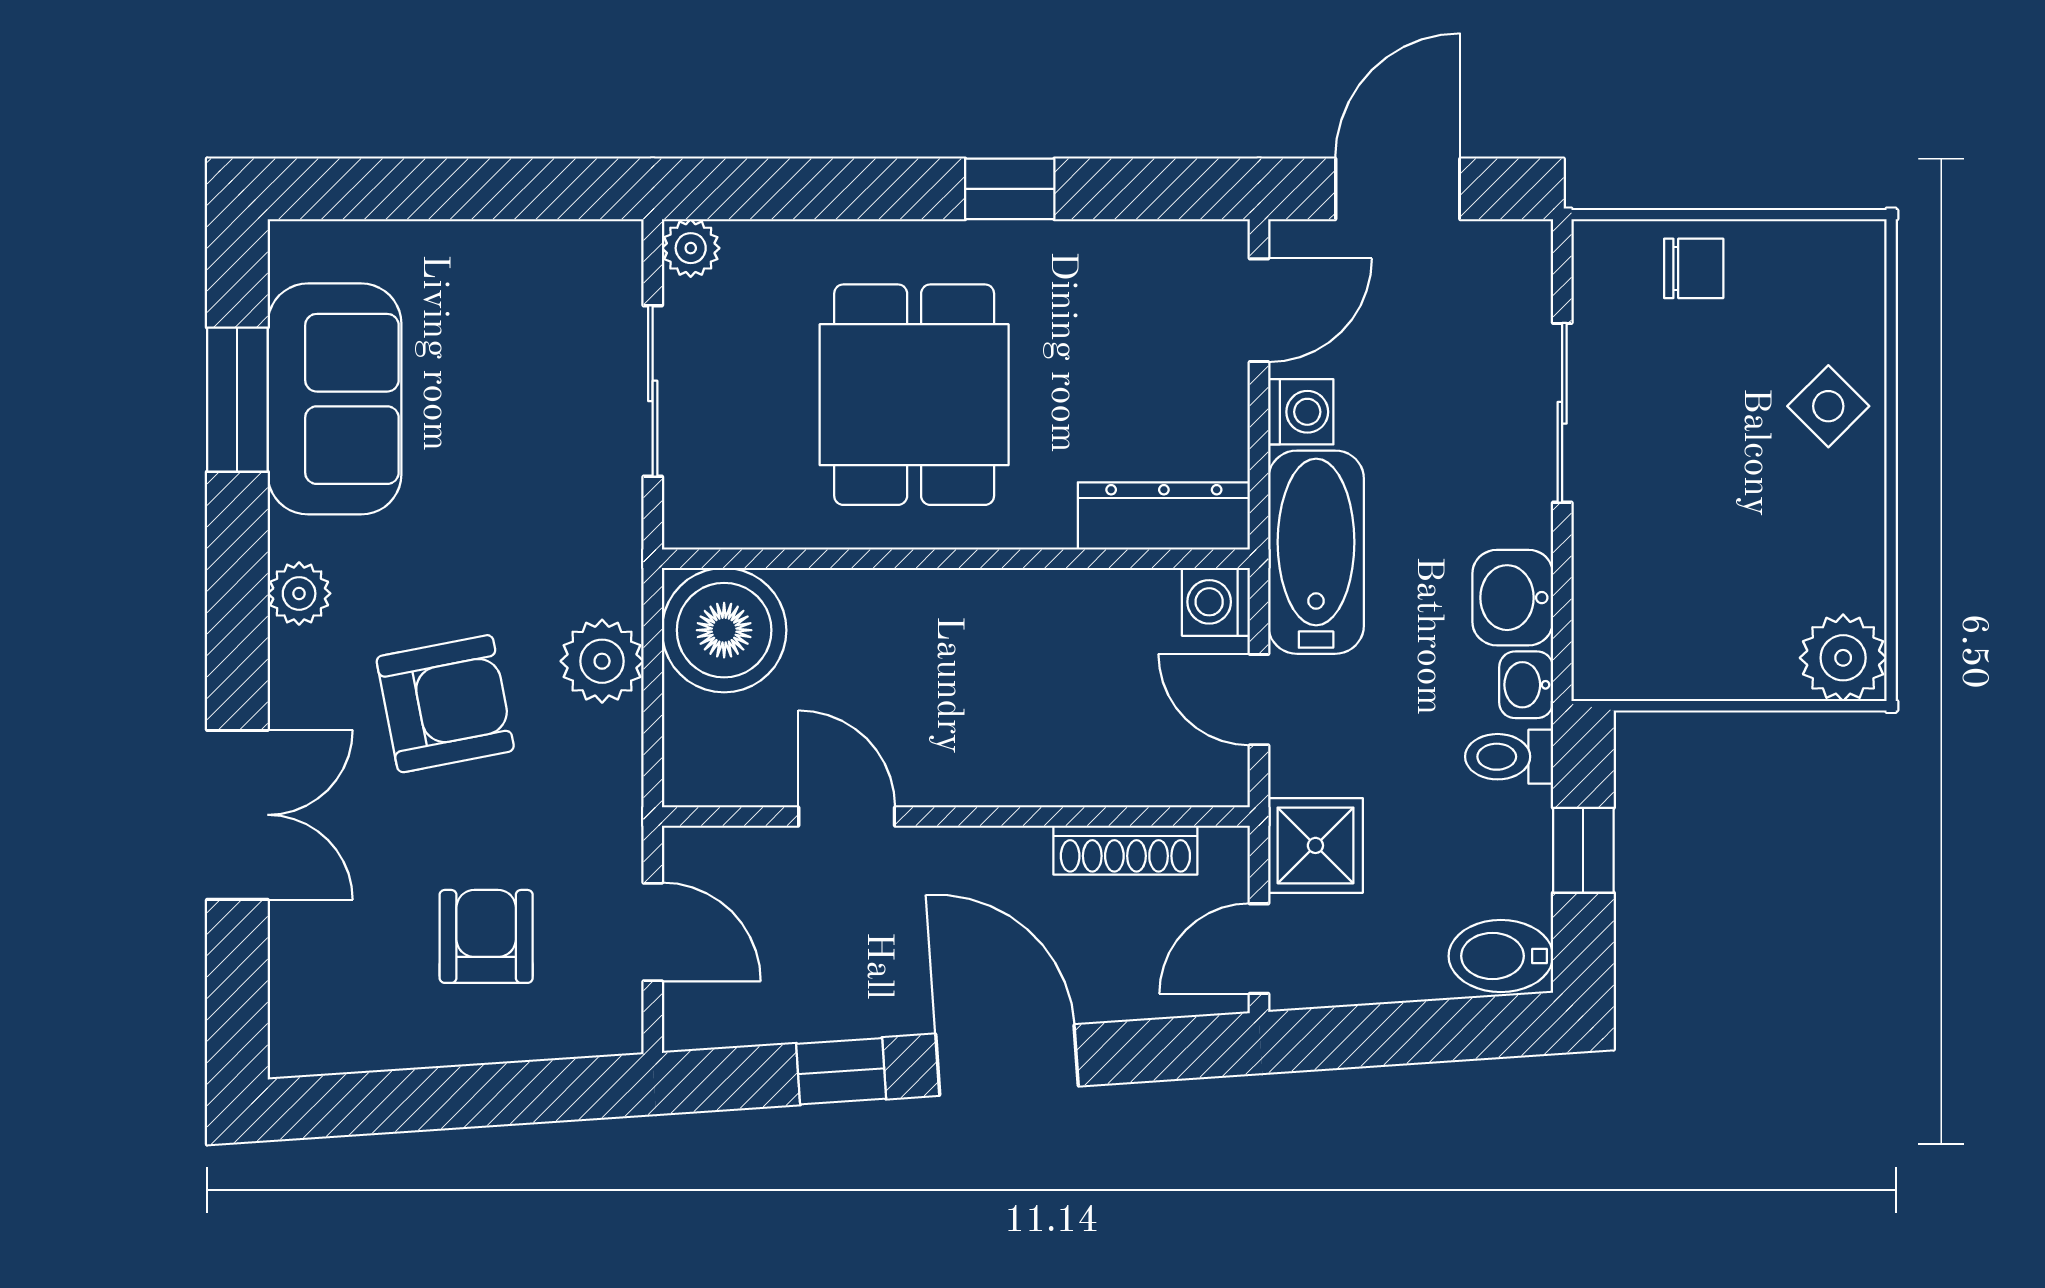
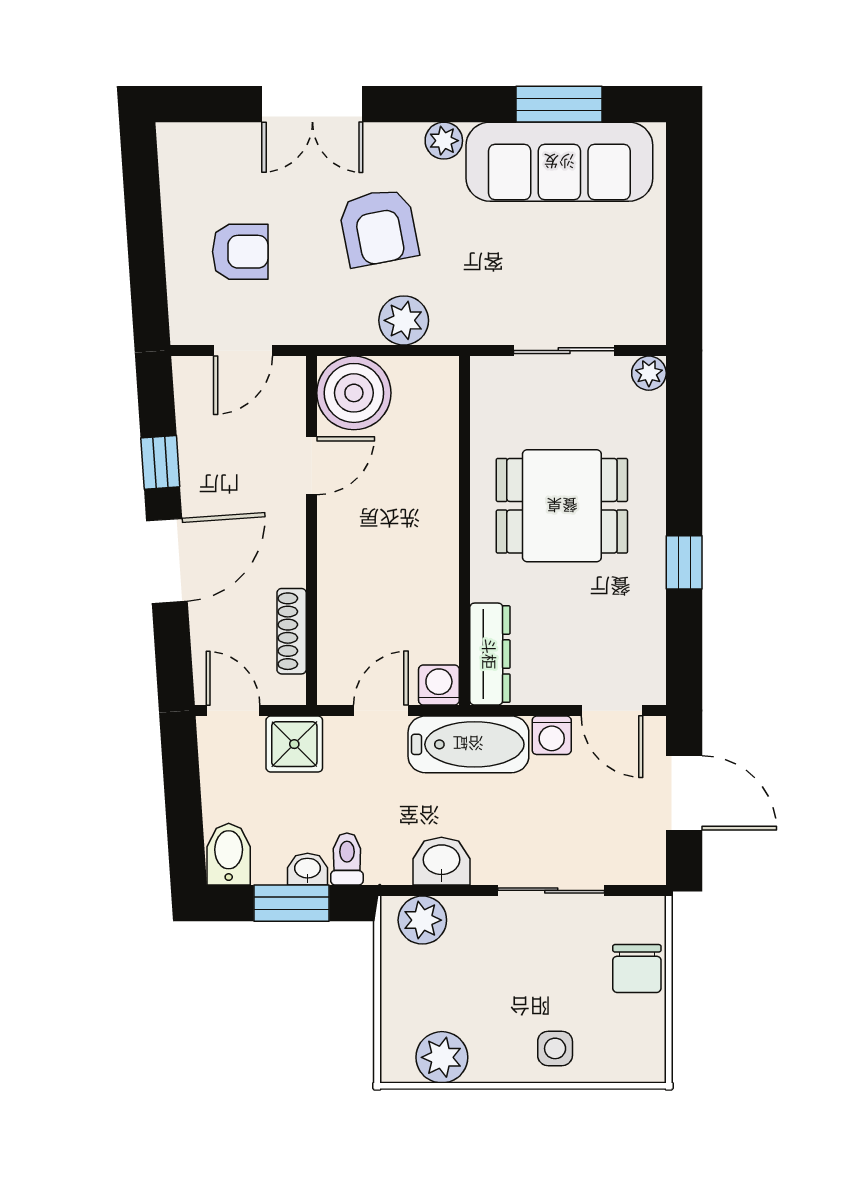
chair: (1694, 268) -> (637, 969), width x1.37, depth x1.37
sofa: (335, 399) -> (559, 162), width x1.36
side table: (1828, 406) -> (555, 1048), turned 45
boiler: (724, 630) -> (354, 393), moved
plant: (1612, 630) -> (422, 920), added
plant: (1843, 658) -> (442, 1057), moved
washbasin: (1526, 685) -> (308, 869), moved
window: (1583, 850) -> (291, 903), width x1.50

